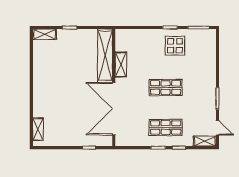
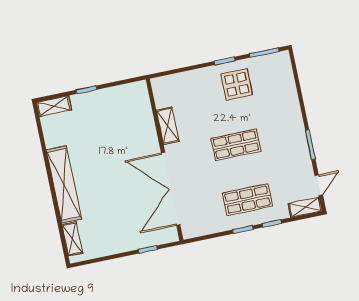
shelving: (105, 56) -> (64, 184), moved
door: (217, 128) -> (319, 185), hinge flipped

